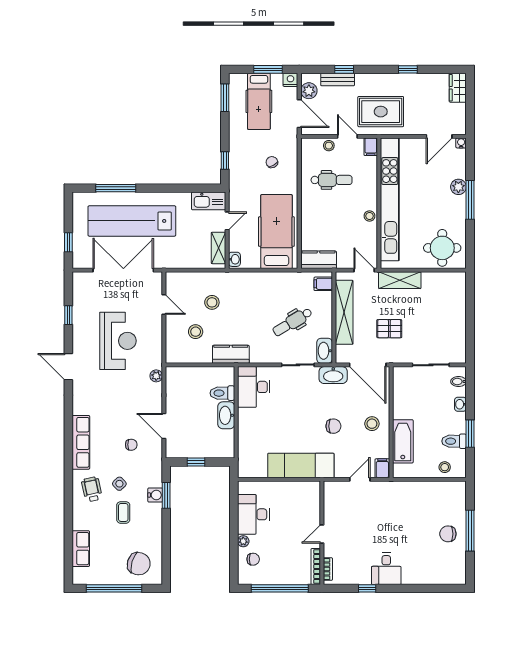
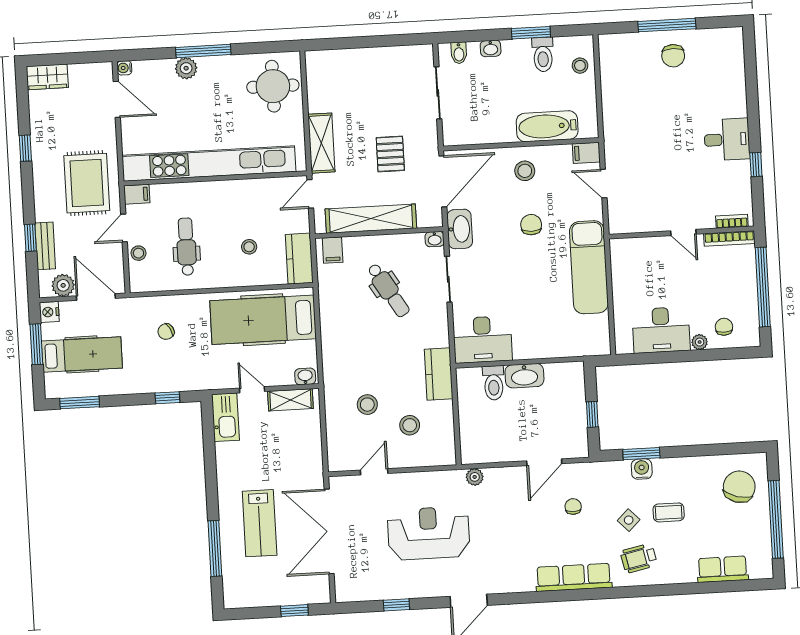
door: (299, 114) -> (96, 297), hinge flipped
stool: (369, 216) -> (249, 247), moved
lab bench: (132, 221) -> (260, 523), width x0.54, depth x0.72
washbasin: (325, 351) -> (435, 239), width x0.52, depth x0.69

